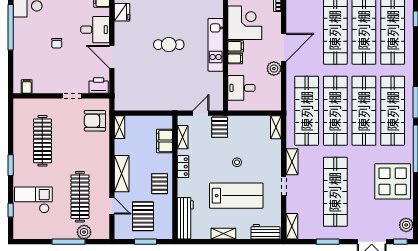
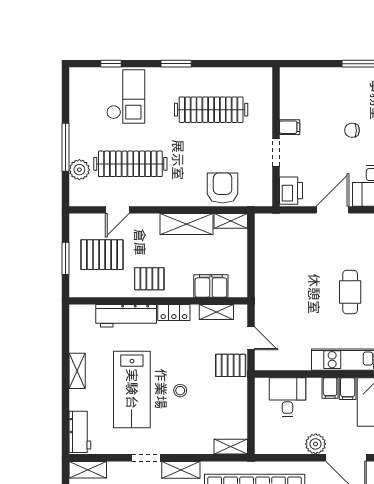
filing cabinet: (27, 87) -> (290, 127), moved
armchair: (95, 121) -> (223, 188), moved
shelving: (122, 174) -> (186, 224), moved
workbench: (185, 218) -> (126, 316), moved

